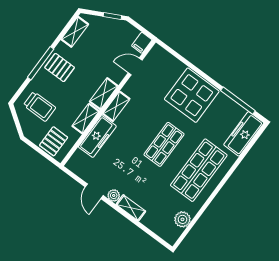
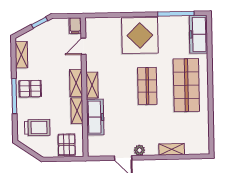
shelving: (131, 208) -> (172, 149), moved
plant: (182, 219) -> (202, 129), removed

